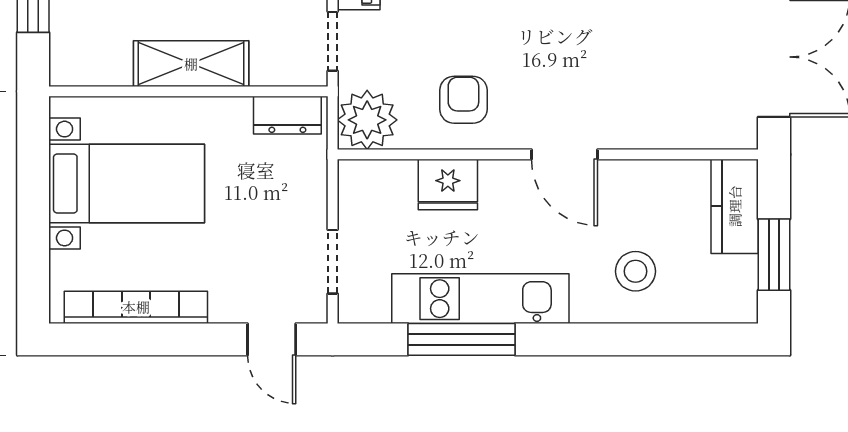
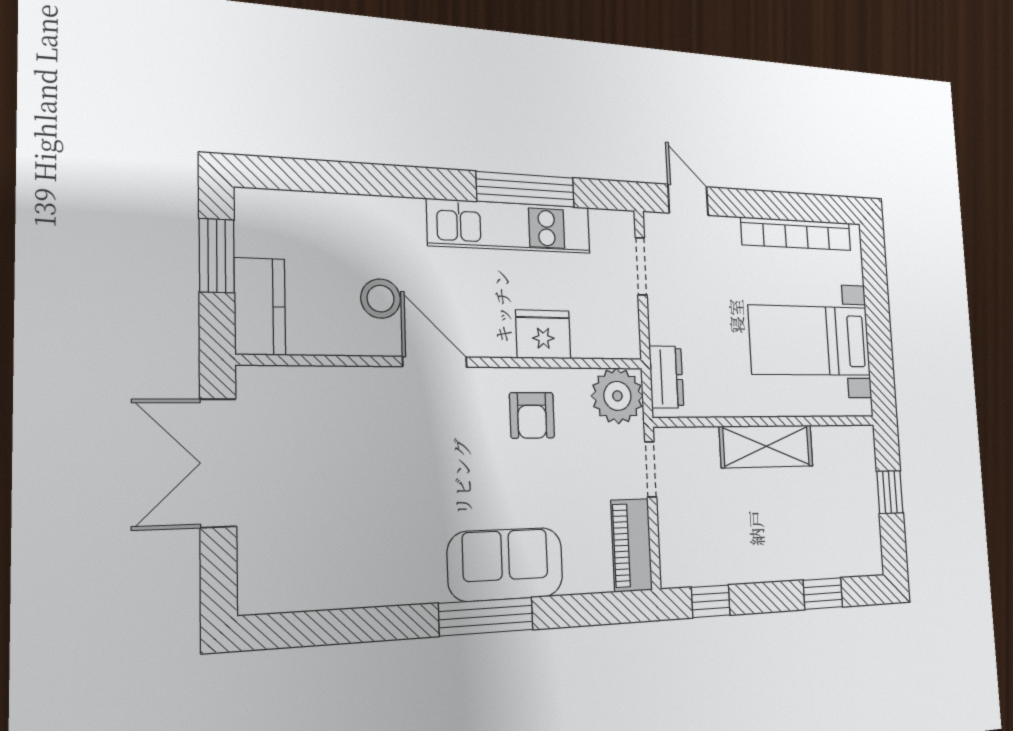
dresser: (287, 115) -> (666, 377), moved, turned 90
stool: (636, 271) -> (381, 299), moved

